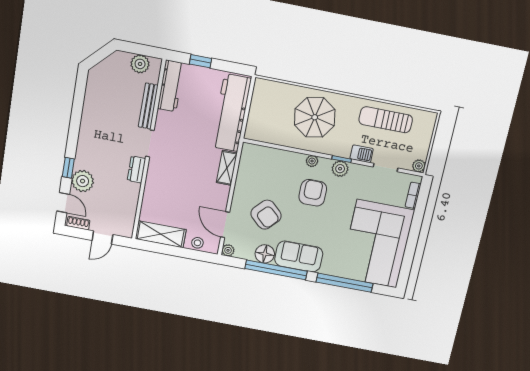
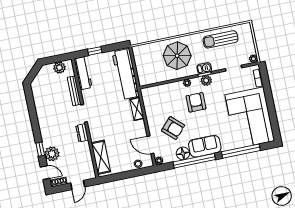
barbecue: (362, 154) -> (204, 68), moved
shelving: (161, 234) -> (101, 157), moved, turned 90

